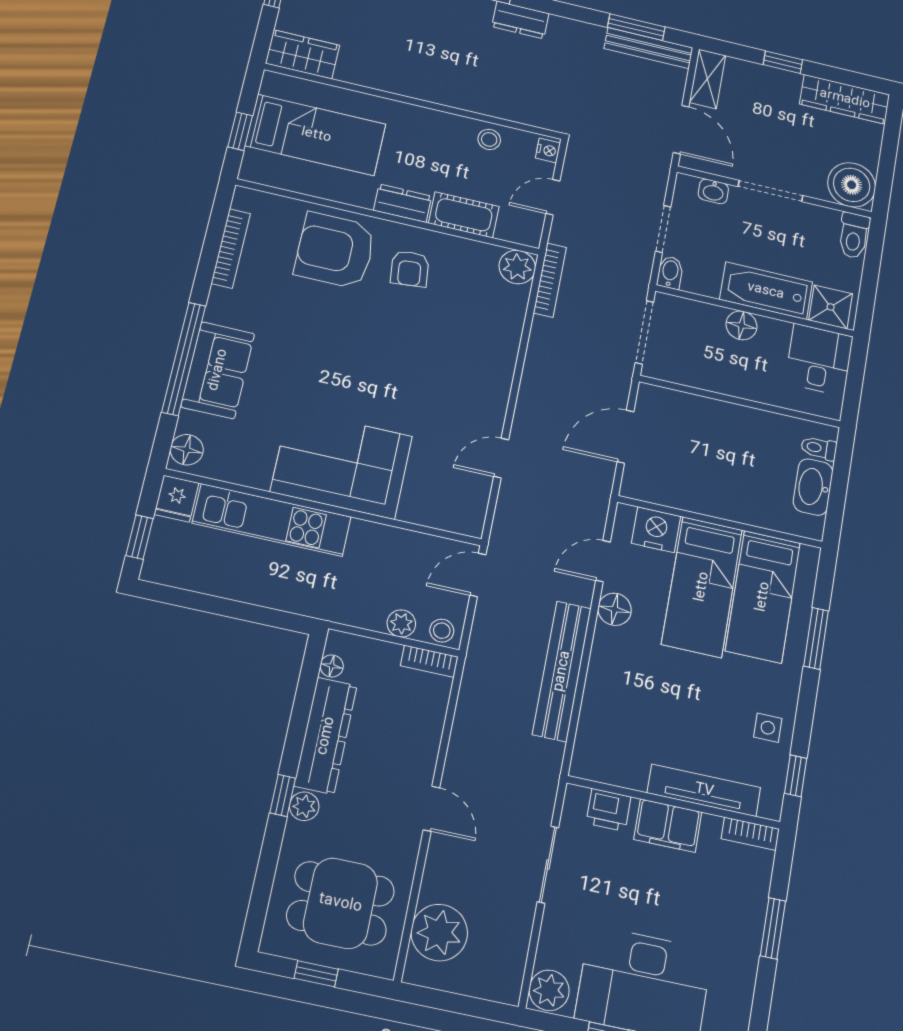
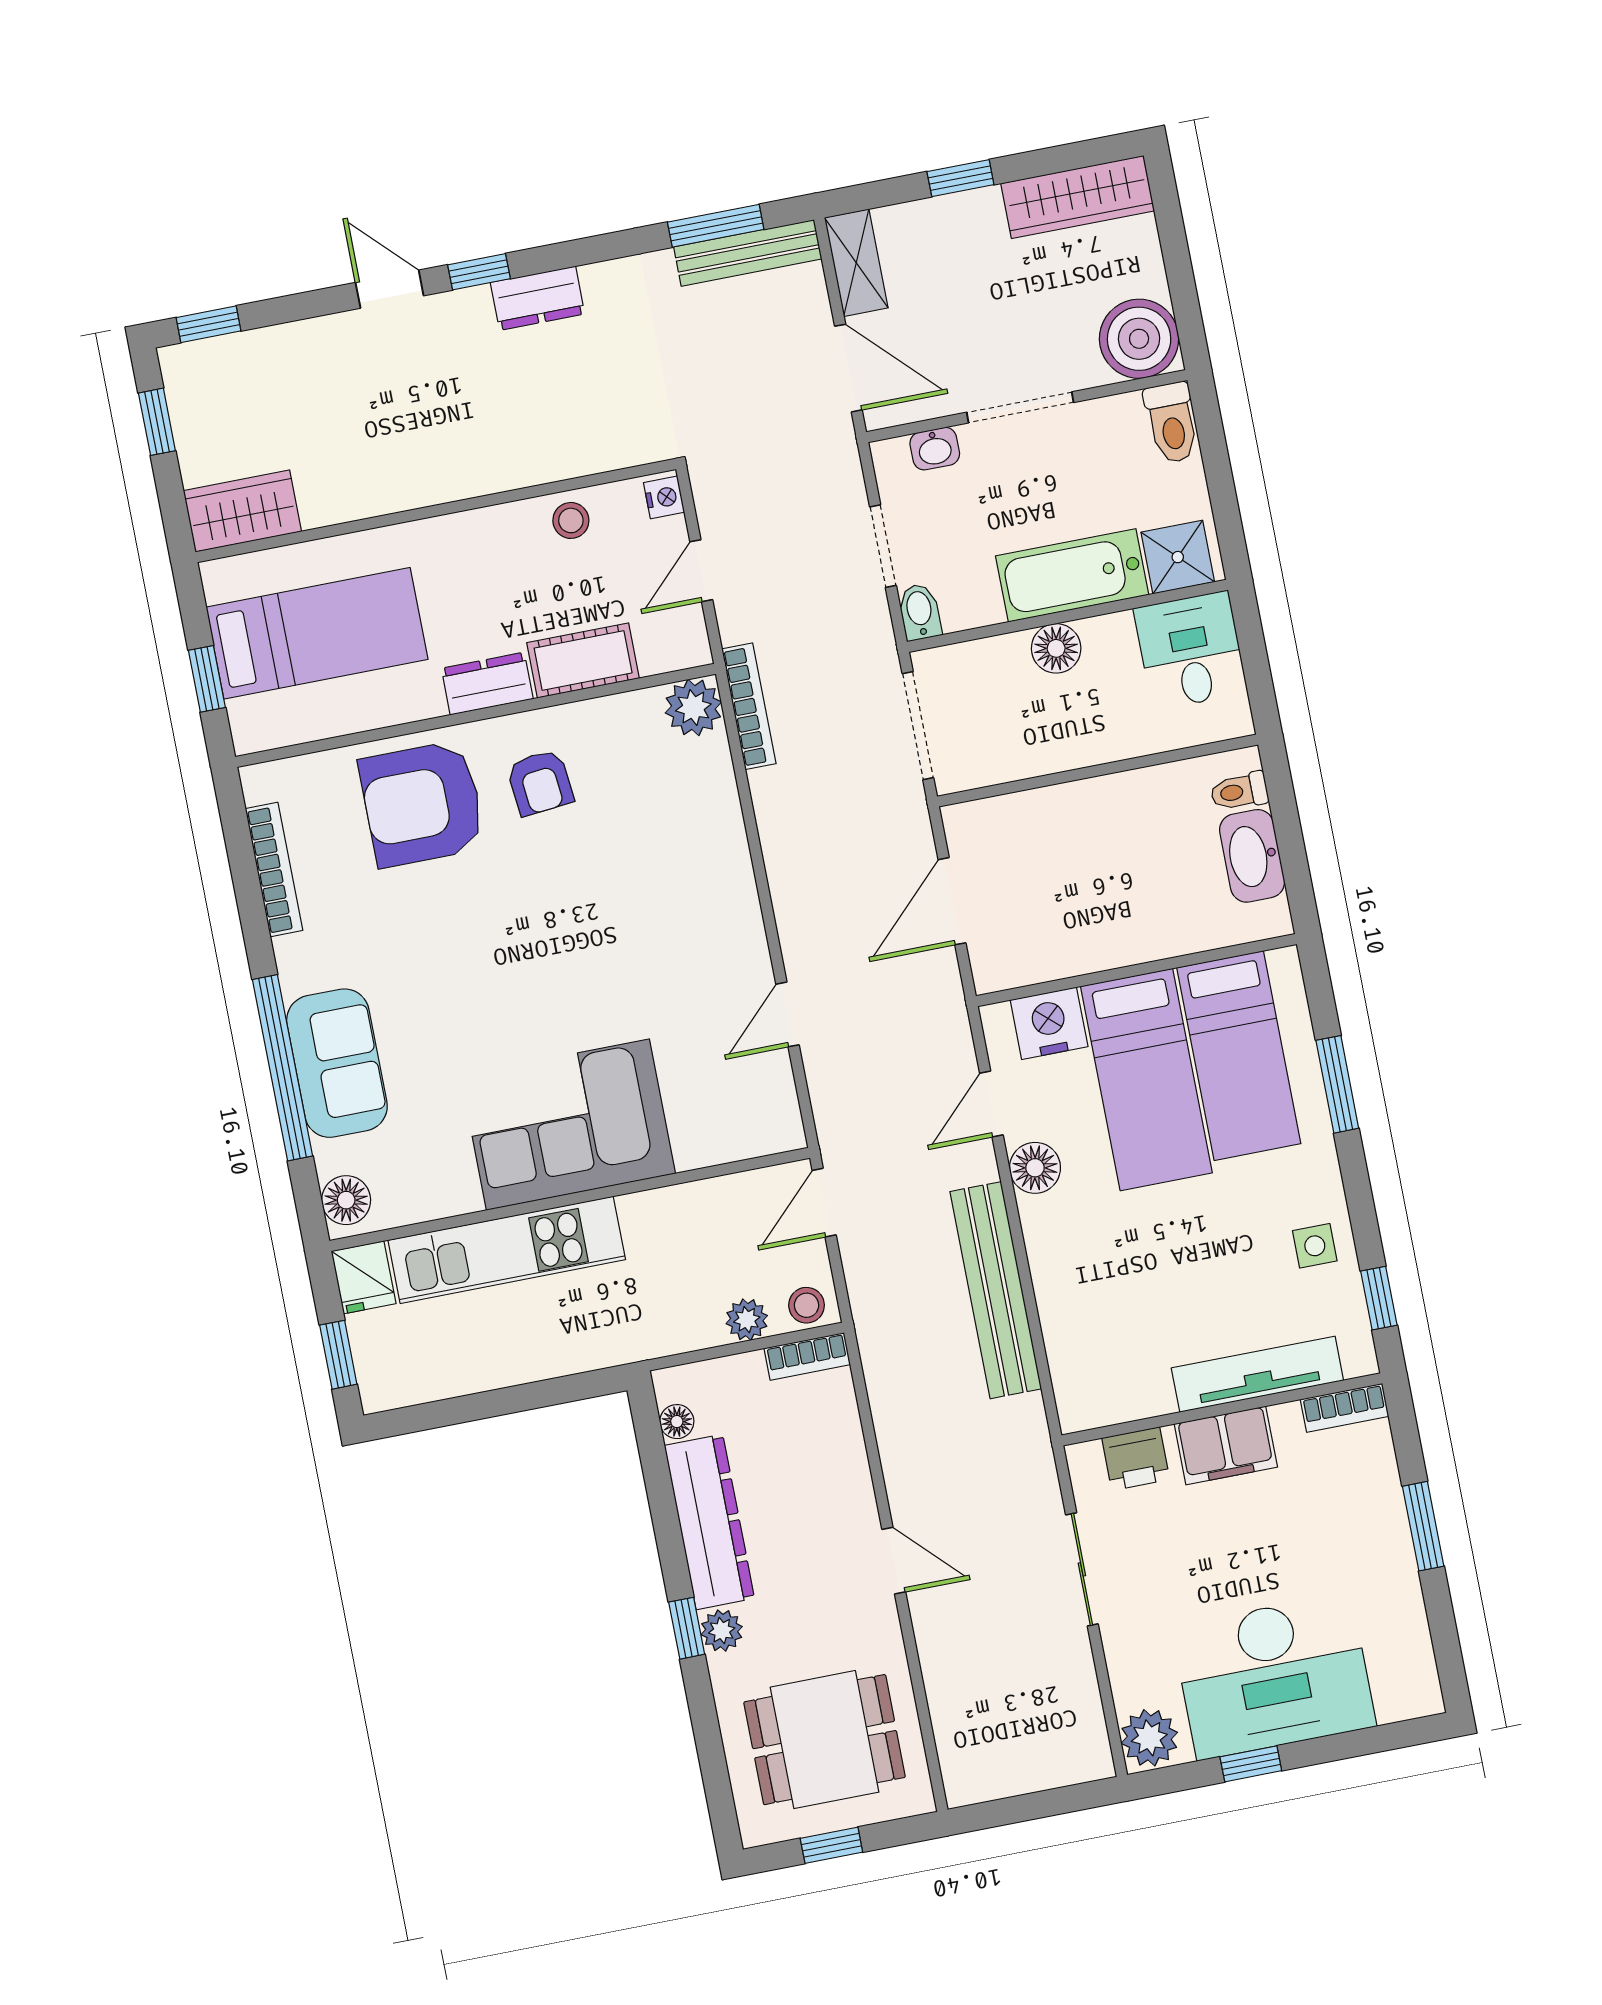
plant: (439, 933) -> (972, 1723), removed

